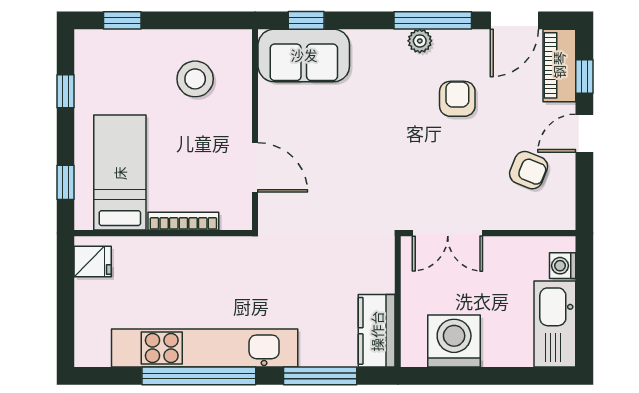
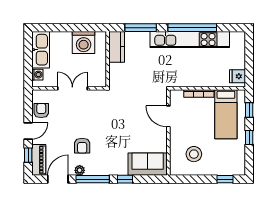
window: (306, 20) -> (125, 179), moved
plant: (420, 41) -> (80, 170), moved
window: (65, 91) -> (249, 138), moved
armchair: (529, 170) -> (41, 110), moved, turned 68
double door: (448, 233) -> (72, 88), moved

